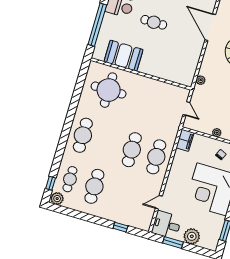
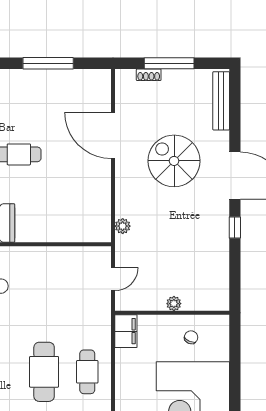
door: (186, 109) -> (113, 279), hinge flipped
cafe table: (156, 157) -> (87, 372), width x0.73, depth x0.74

